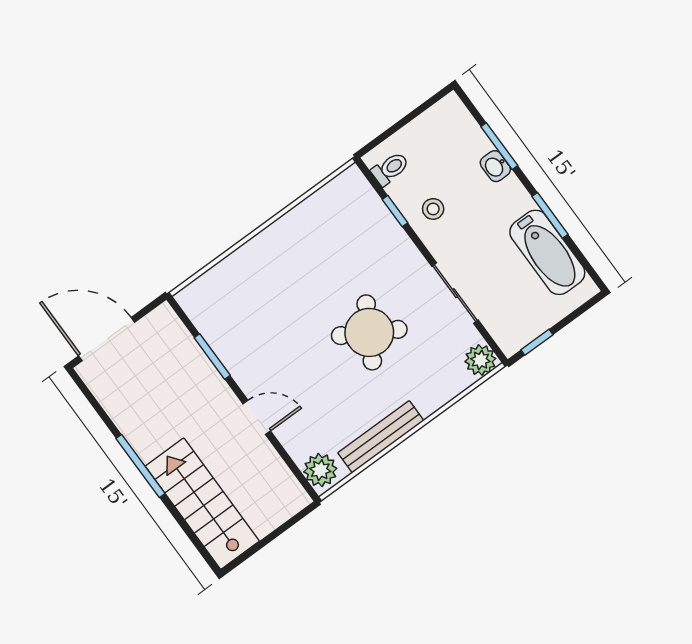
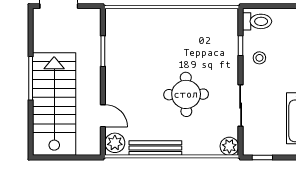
toilet: (390, 169) -> (257, 21), width x1.37, depth x1.39
round table: (369, 332) -> (186, 94), turned -31
door: (257, 417) -> (103, 116), moved
stairs: (202, 504) -> (54, 104), width x1.36, depth x1.51

